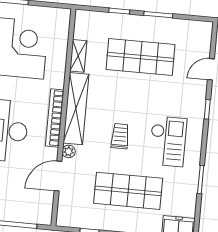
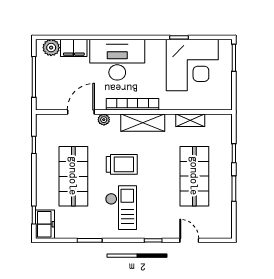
shelving: (76, 109) -> (143, 123), width x0.68
trolley: (120, 136) -> (122, 164), width x1.36, depth x1.39
checkout: (168, 141) -> (121, 208), turned -90
door: (58, 176) -> (81, 112), hinge flipped

